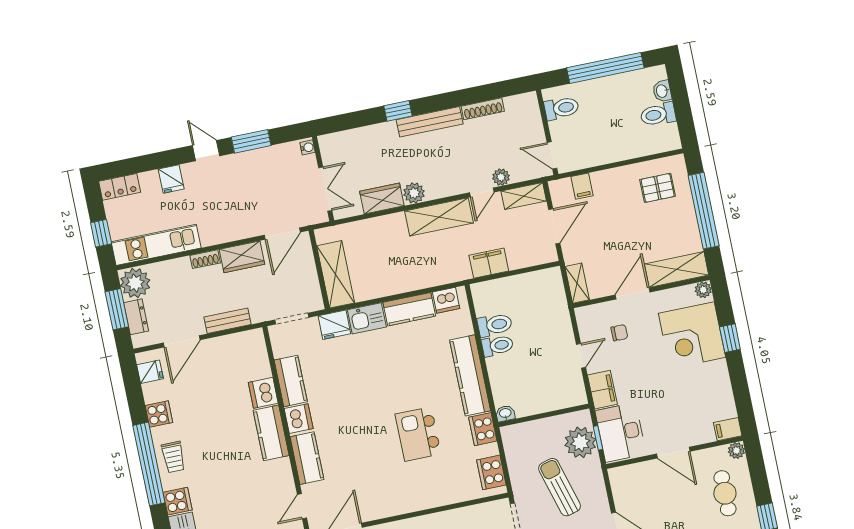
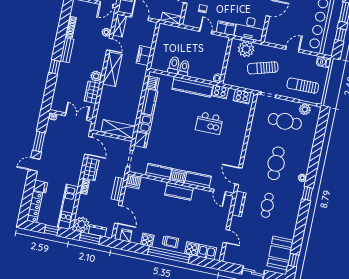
bench: (430, 122) -> (67, 50), width x0.73
locker: (120, 187) -> (35, 207), width x1.53
dishwasher: (263, 393) -> (133, 182), moved

